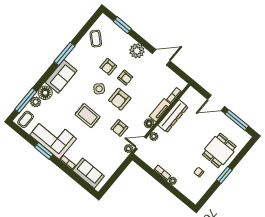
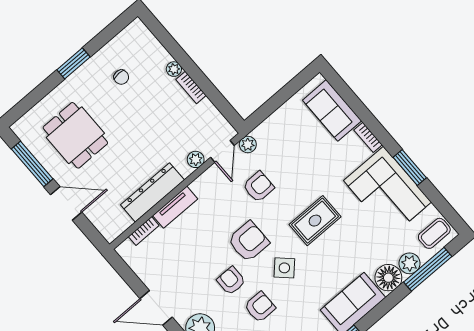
rug: (88, 116) -> (315, 221), turned 90
floor lamp: (149, 123) -> (200, 186), removed
door: (141, 143) -> (222, 151), hinge flipped
dining table: (219, 150) -> (75, 135), moved, turned 90

